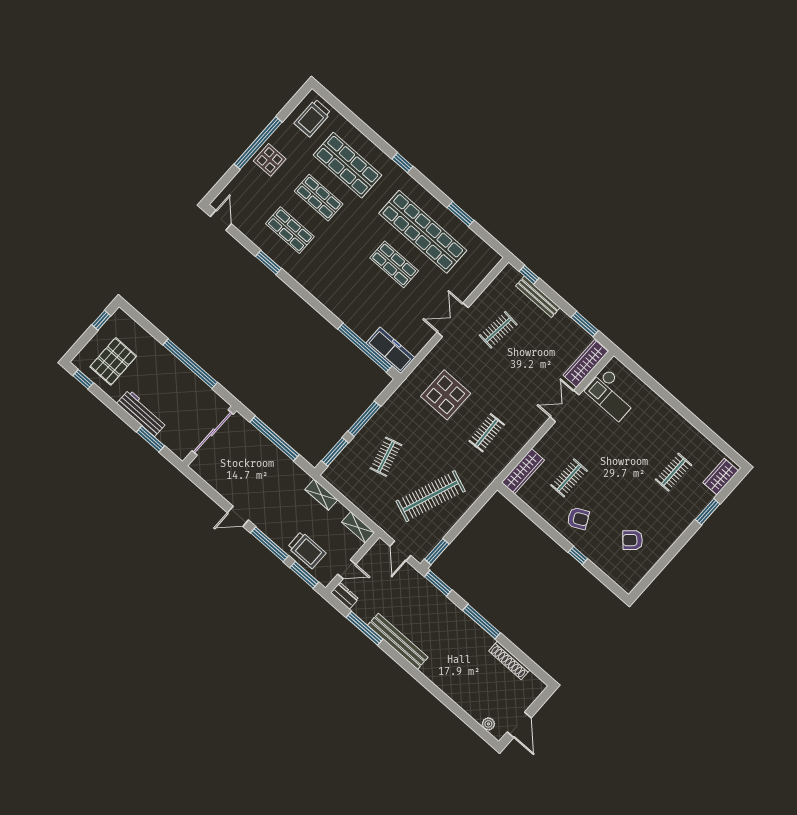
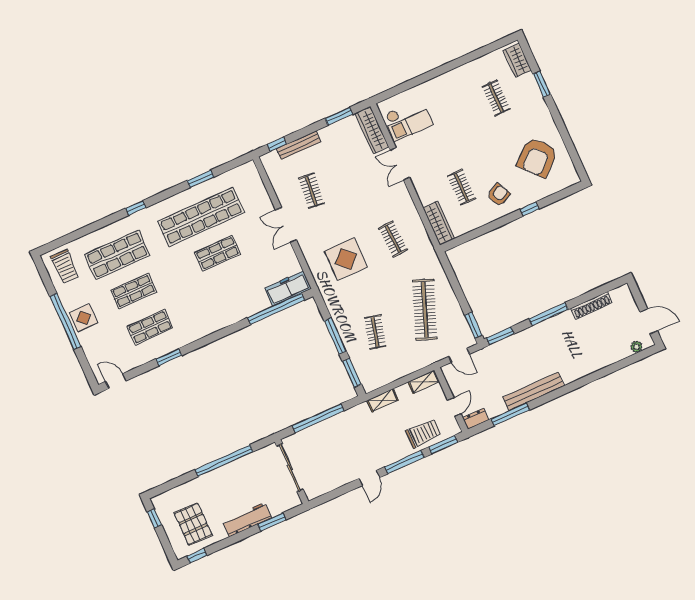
clothes rail: (386, 457) -> (375, 332), turned 30
armchair: (633, 540) -> (537, 157), width x1.88, depth x1.88

